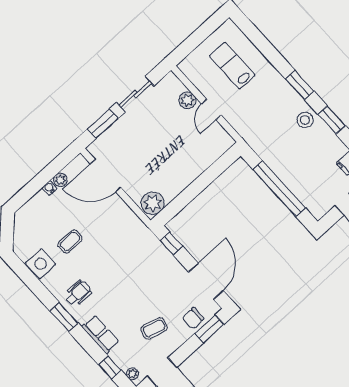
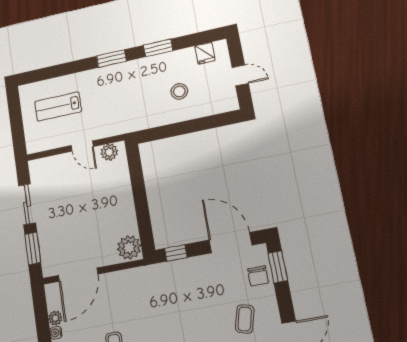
plant: (187, 100) -> (109, 152), moved
stool: (305, 120) -> (179, 91), moved
window: (279, 189) -> (188, 127), removed

